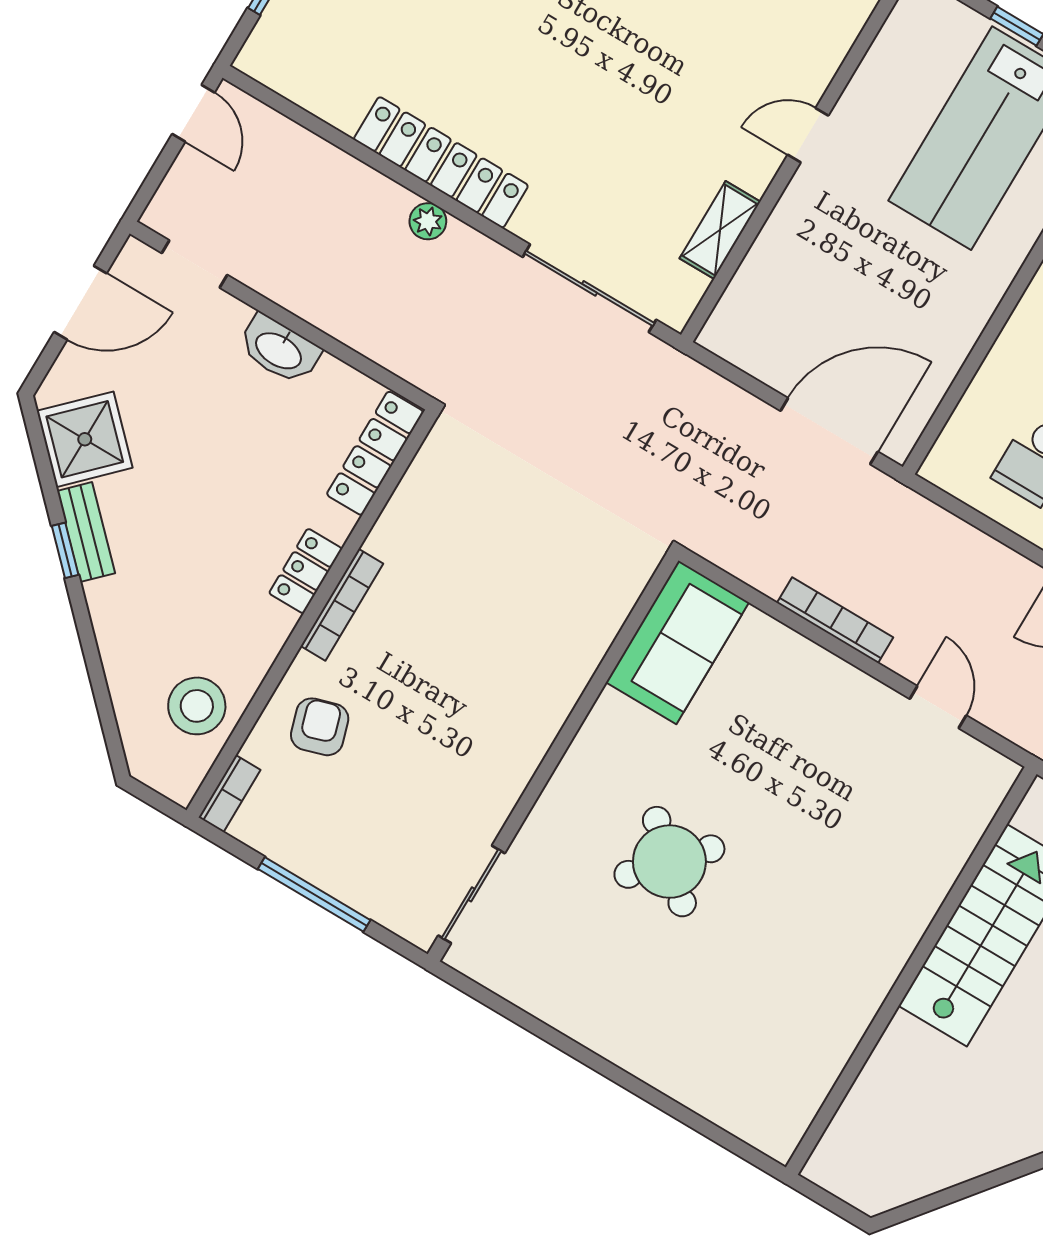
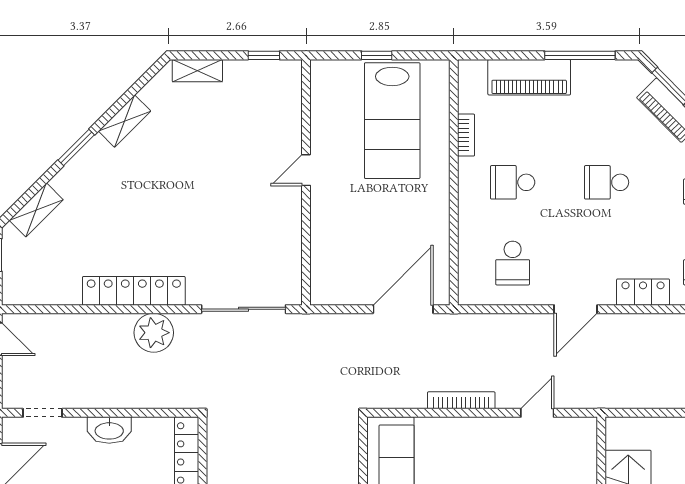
plant: (428, 221) -> (154, 333), width x1.87, depth x1.87
shelving: (720, 230) -> (291, 242), removed
door: (938, 707) -> (537, 413), hinge flipped

